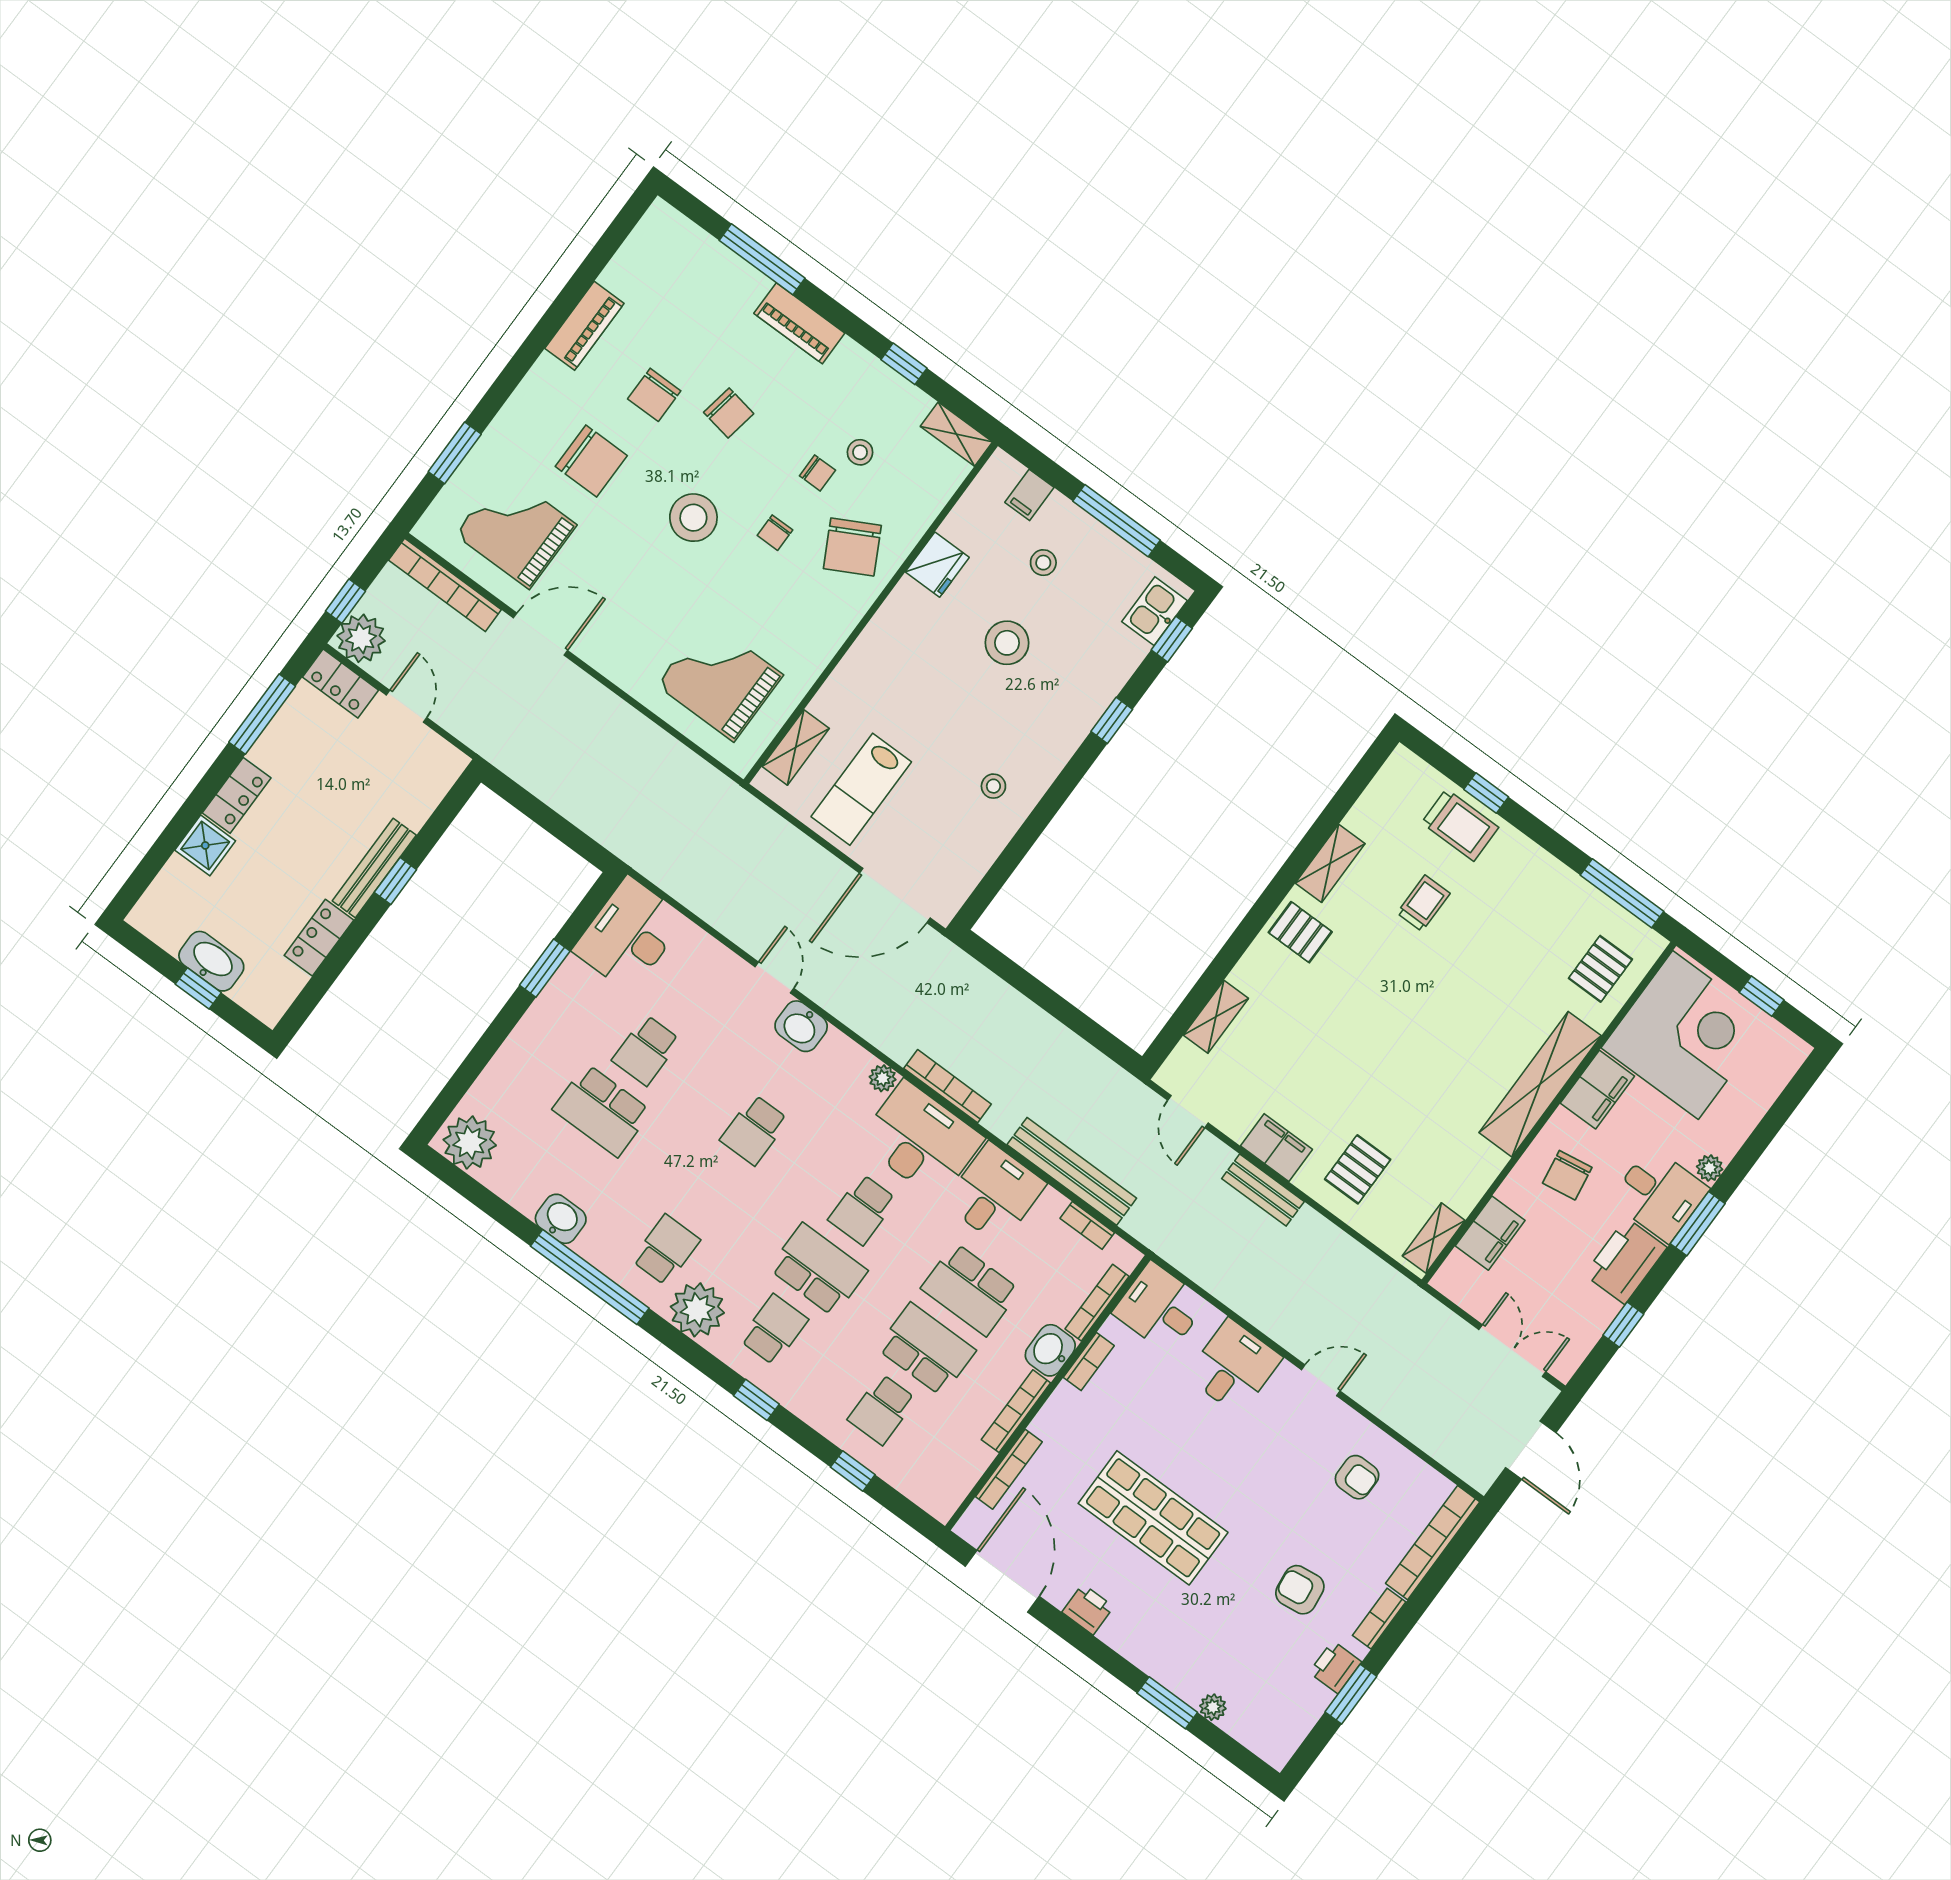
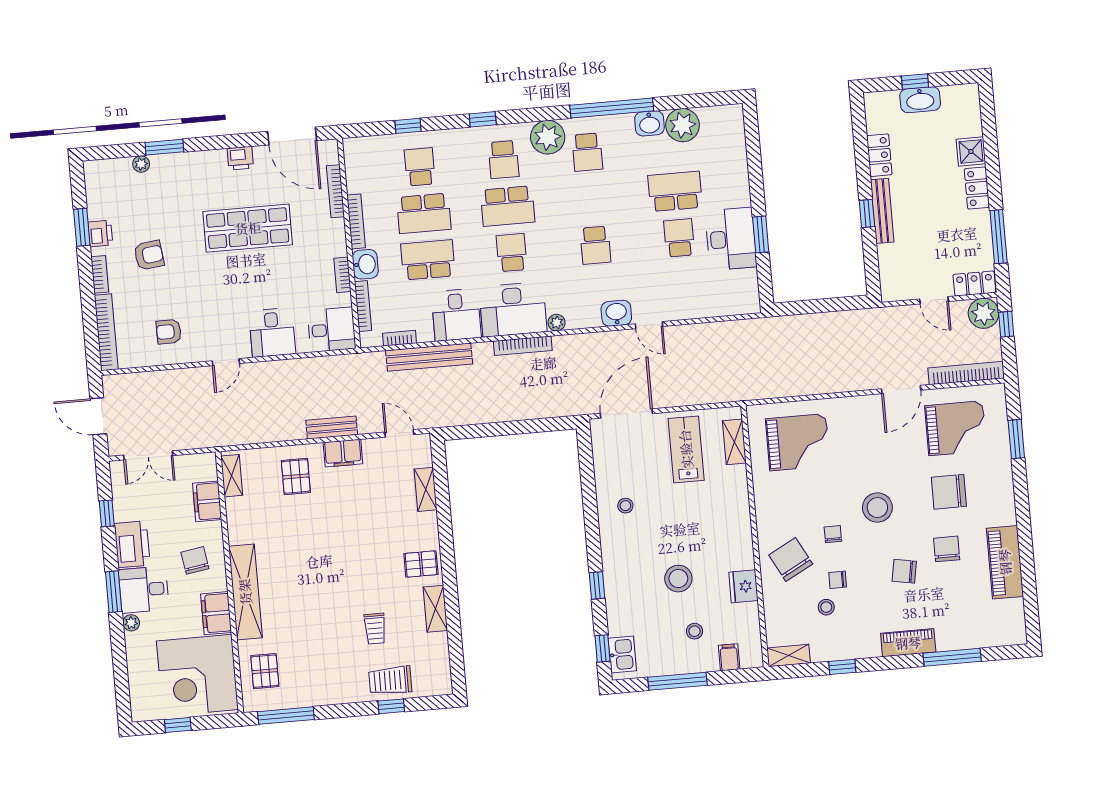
piano: (584, 326) -> (1005, 562), width x1.37, depth x1.33
desk: (629, 935) -> (731, 239), moved
school desk: (754, 1130) -> (595, 245), turned 180
plant: (470, 1143) -> (683, 125), moved

